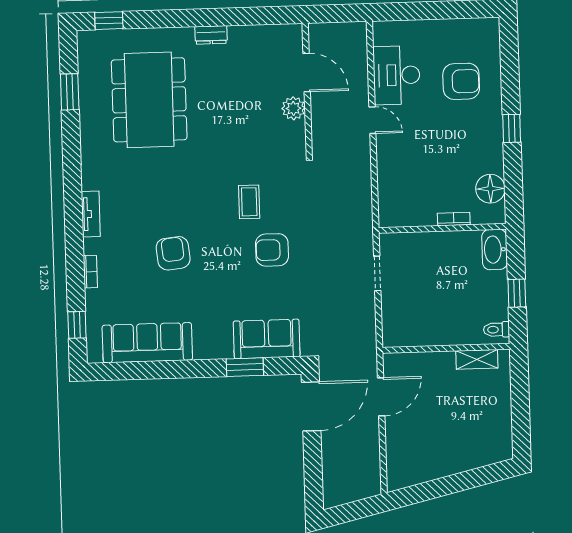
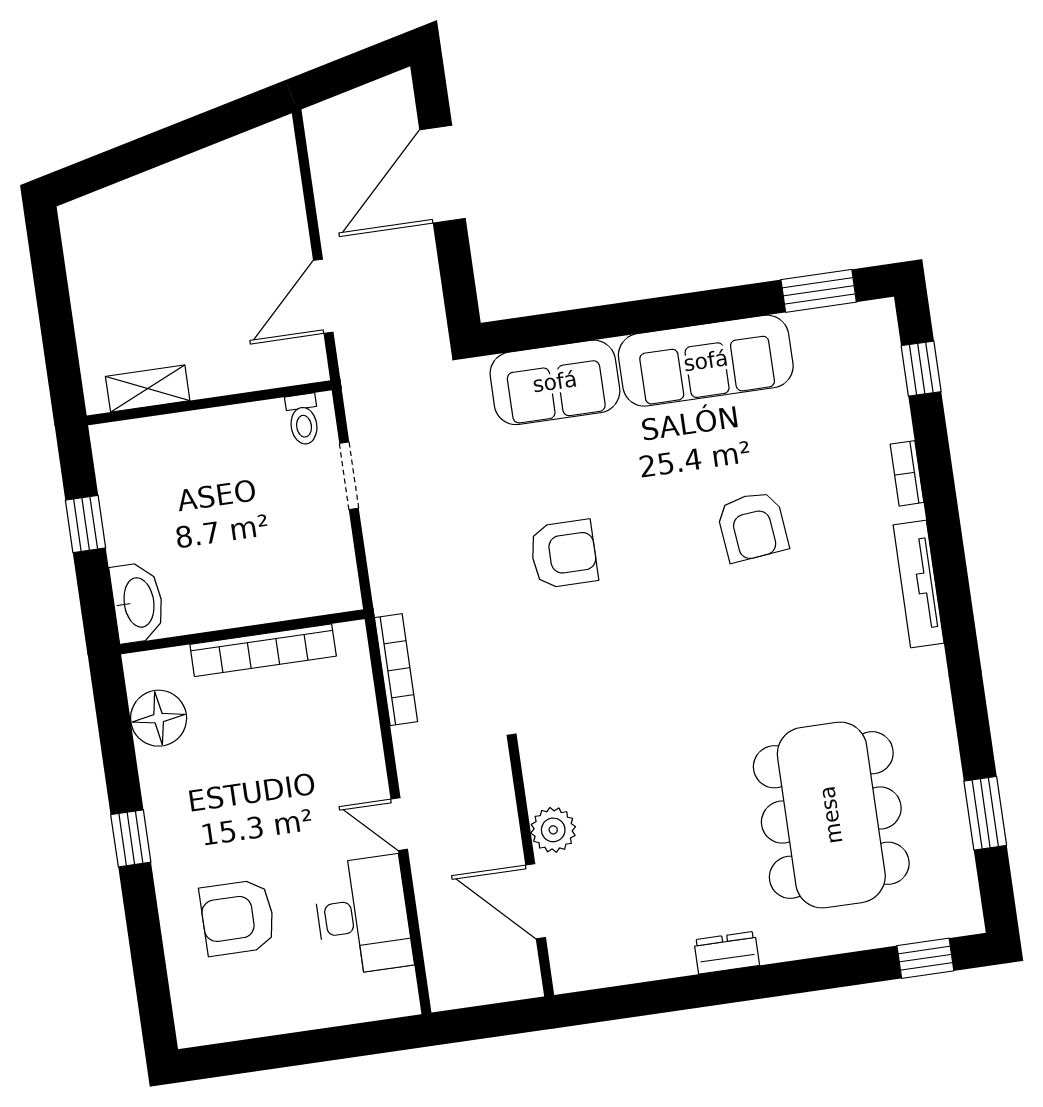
bookcase: (365, 200) -> (396, 670), added
coffee table: (249, 202) -> (618, 641), removed
tv unit: (91, 214) -> (919, 584), width x1.41
bookcase: (454, 219) -> (263, 650), width x2.31, depth x1.31
doorway: (377, 273) -> (349, 476), moved
toilet: (497, 330) -> (303, 419), moved, turned 90
sofa: (147, 343) -> (706, 361), moved
window: (245, 367) -> (819, 291), moved
door: (311, 406) -> (442, 174), moved

